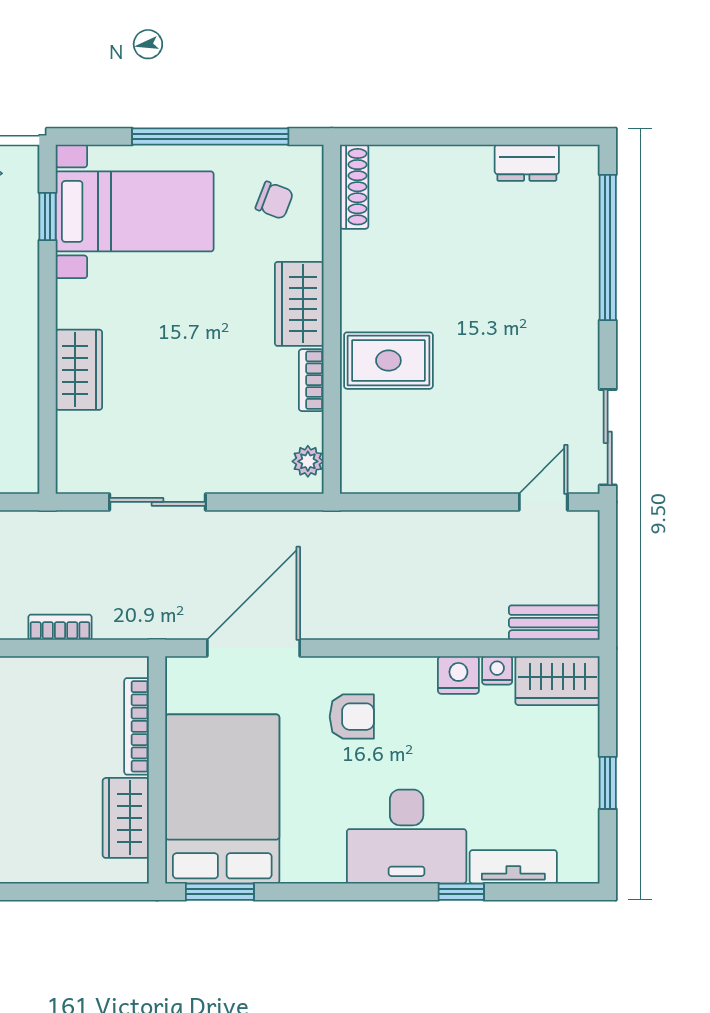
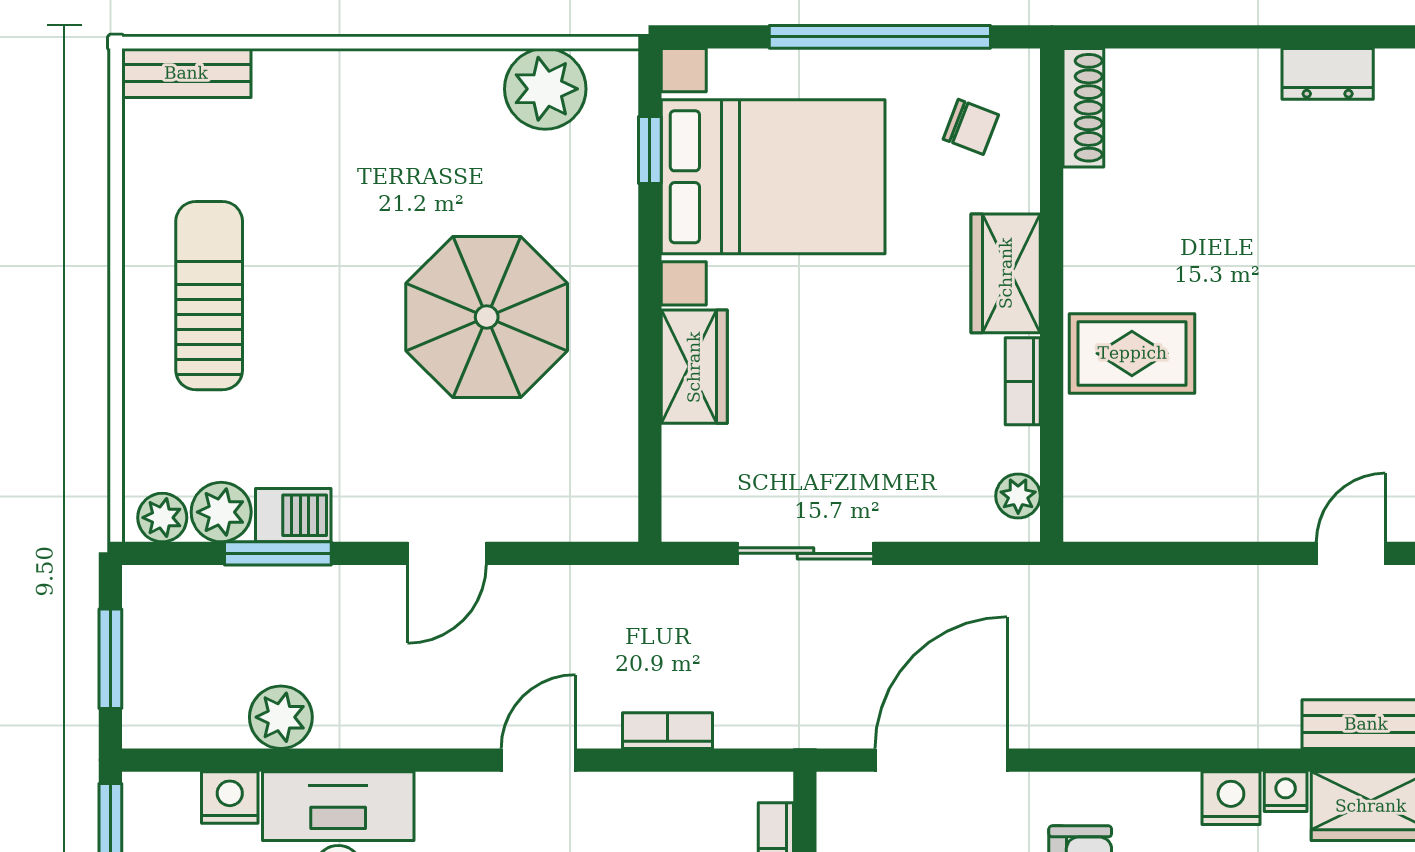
bed with nightstands: (135, 211) -> (773, 177), width x1.36

